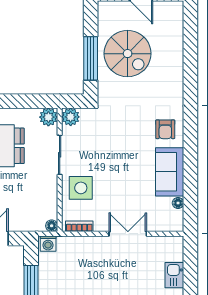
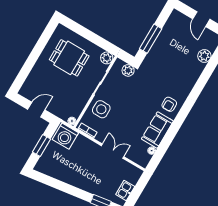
plant: (174, 39) -> (204, 56), added
spiral stairs: (128, 54) -> (173, 48), removed
plant: (71, 117) -> (128, 70), moved
washing machine: (48, 244) -> (65, 136), width x1.89, depth x1.89

